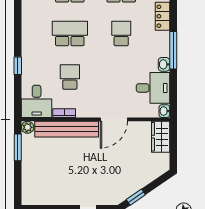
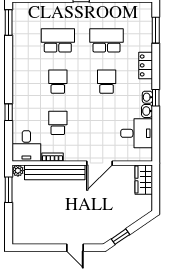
school desk: (70, 33) -> (58, 82), width x0.54
window: (173, 50) -> (156, 98), width x0.46
washbasin: (164, 111) -> (147, 97), moved

